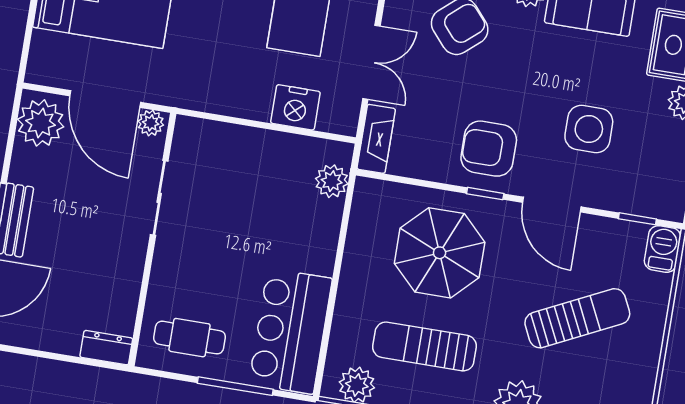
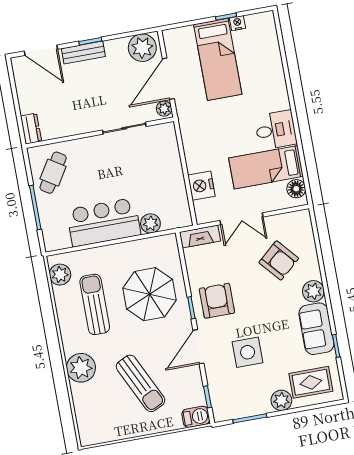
plant: (332, 181) -> (150, 223), moved
bar counter: (290, 331) -> (104, 222), moved
cafe table: (190, 338) -> (53, 173), turned 32

